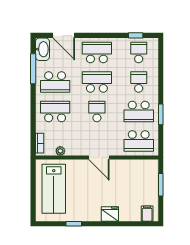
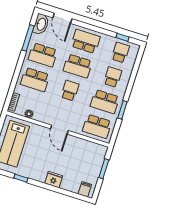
school desk: (97, 82) -> (78, 66), turned 180
school desk: (55, 111) -> (35, 80), turned 180

